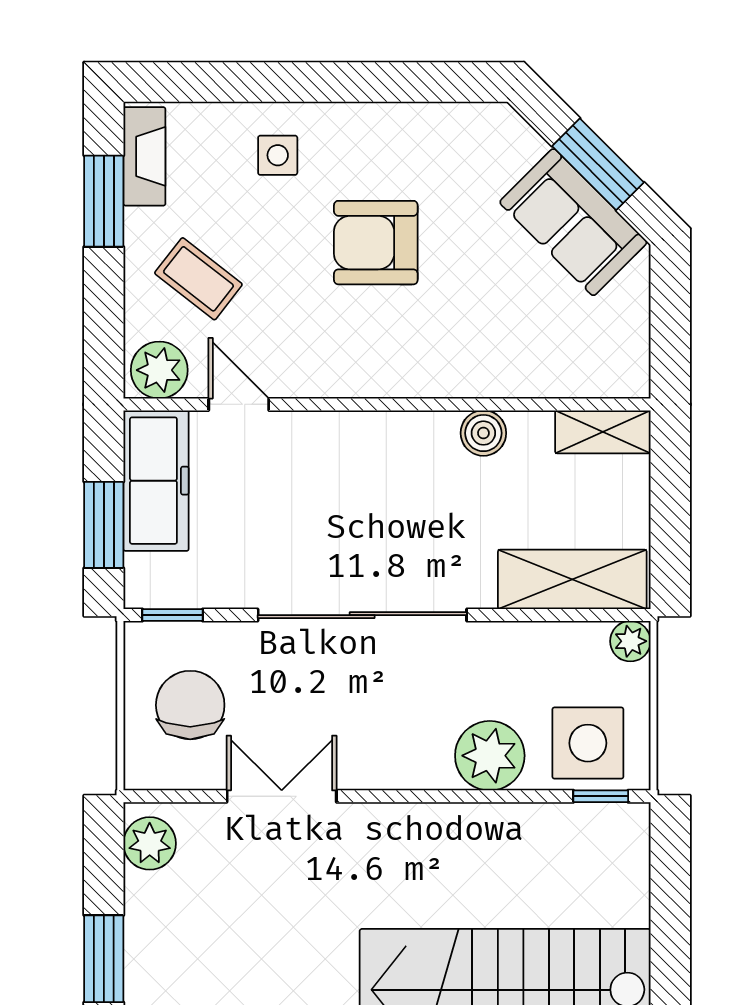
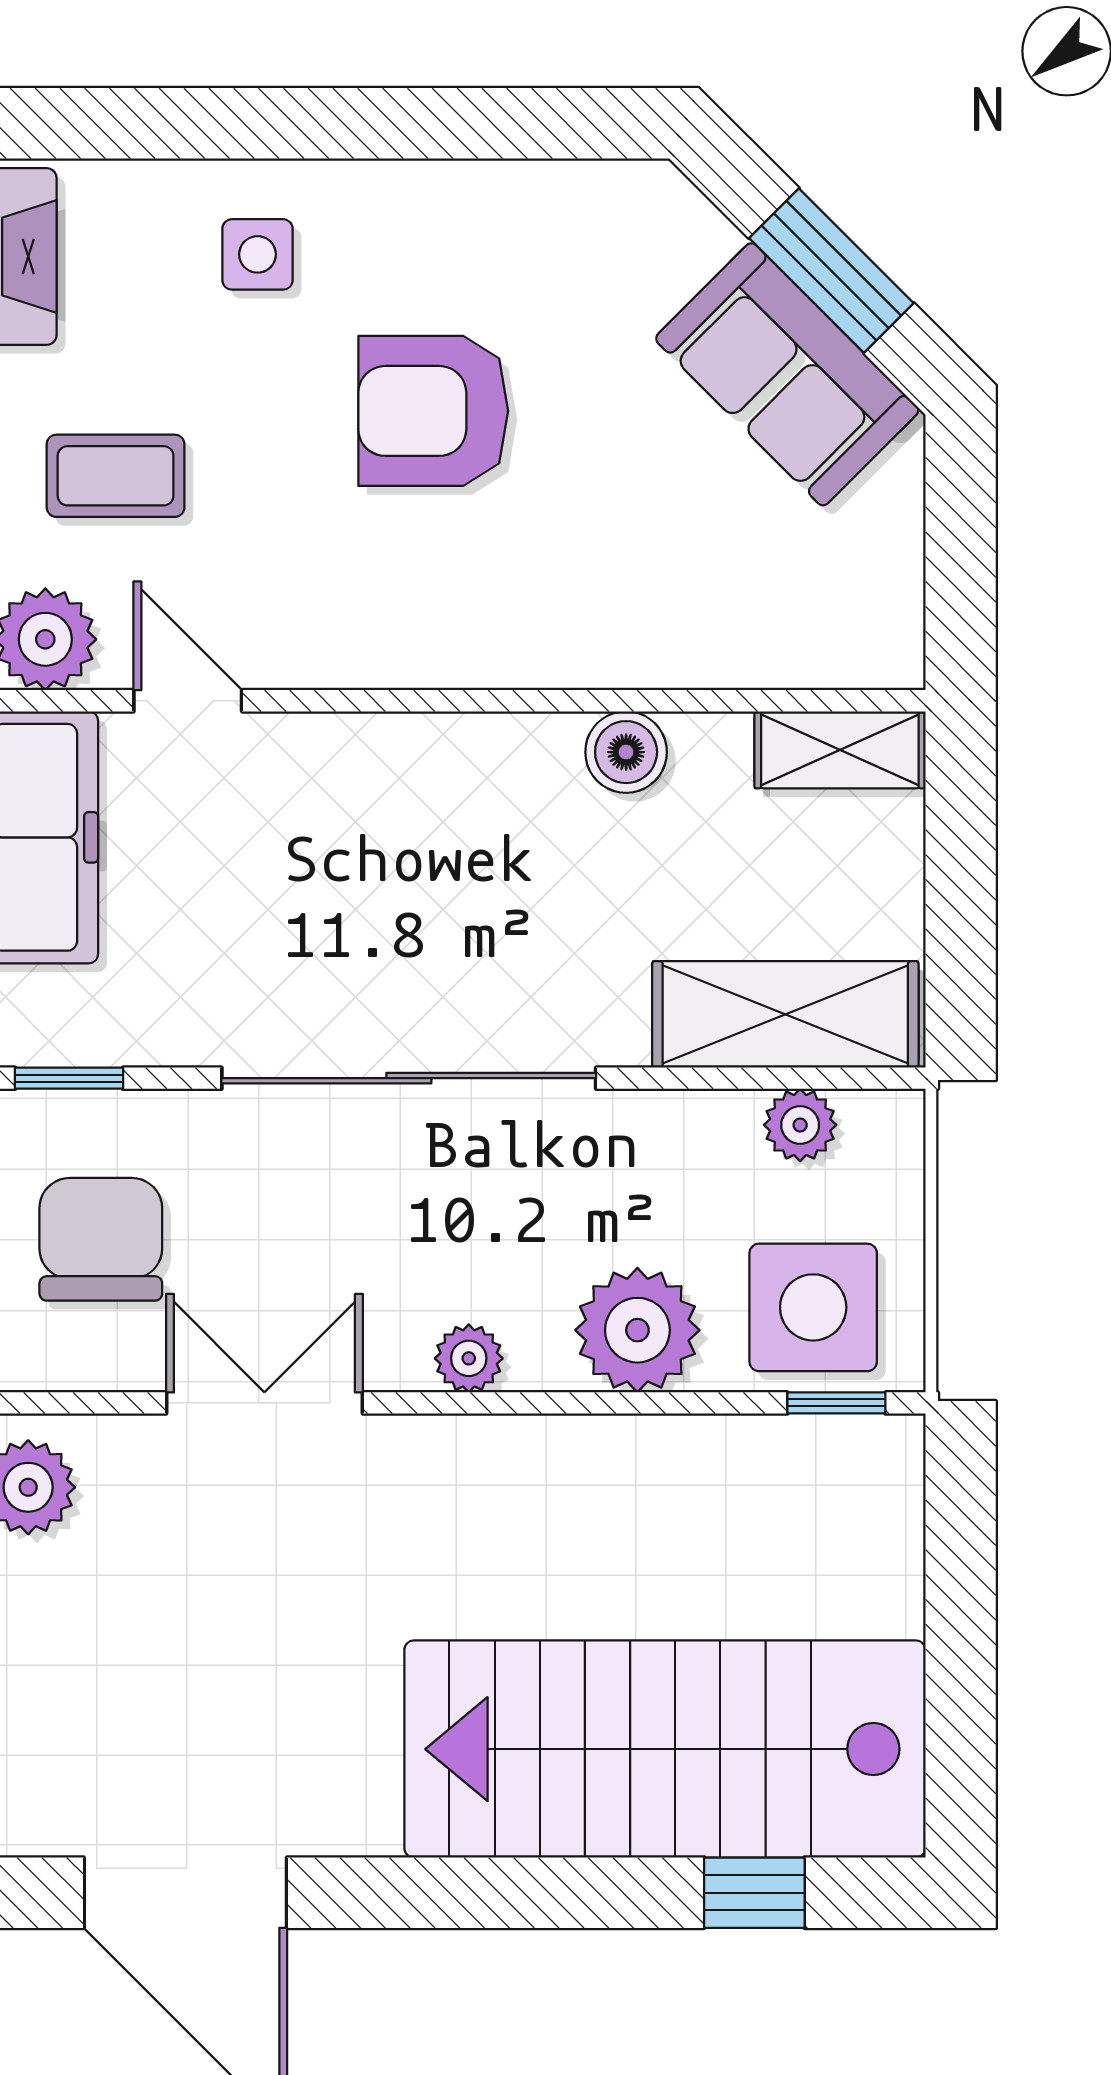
coffee table: (198, 279) -> (116, 476), turned -38
plant: (630, 641) -> (800, 1125), moved
plant: (396, 771) -> (469, 1358), added

